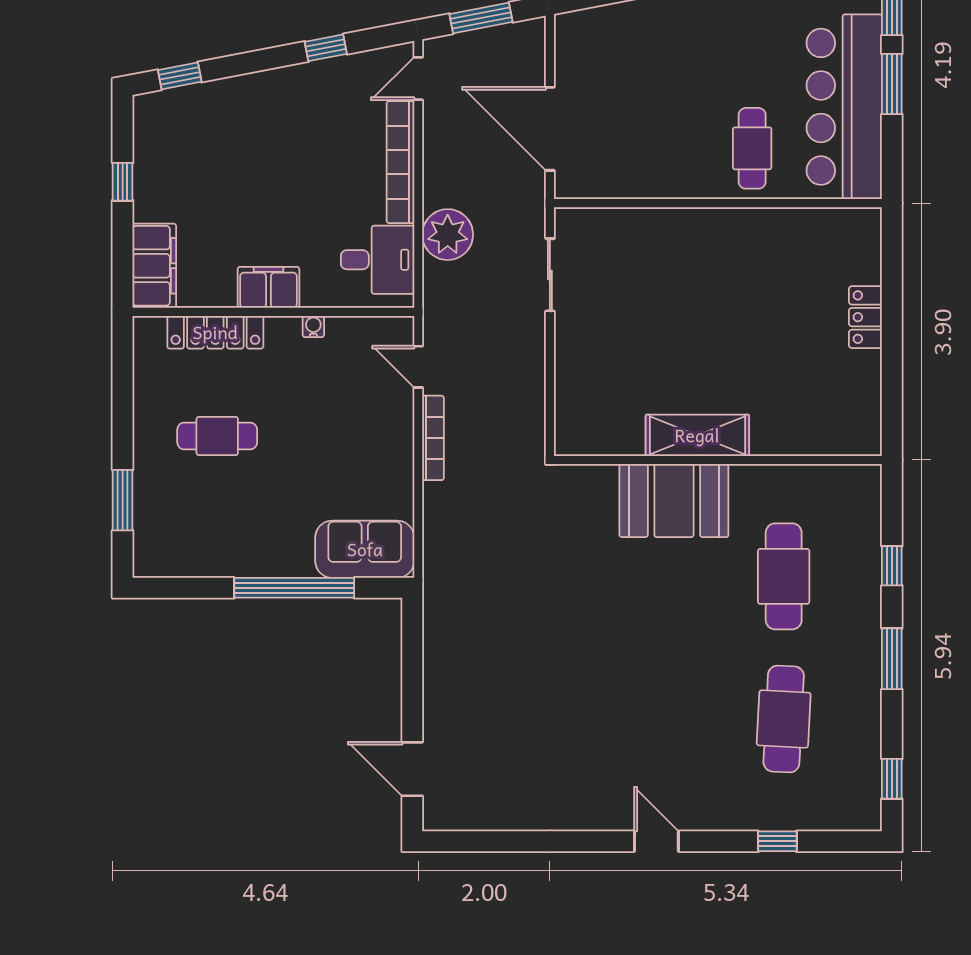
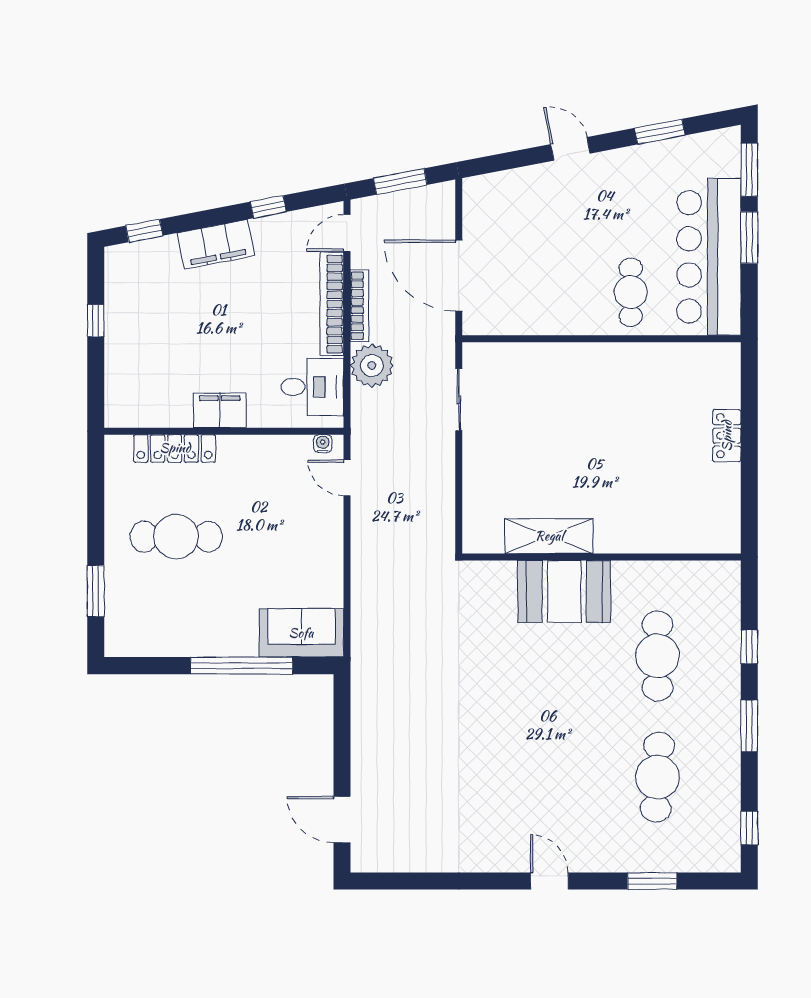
filing cabinet: (154, 266) -> (216, 244), moved, turned 79
water cooler: (313, 326) -> (323, 444), moved
shelving: (697, 435) -> (549, 536), moved
cafe table: (217, 436) -> (176, 537), width x1.37, depth x1.35
bookcase: (433, 438) -> (359, 306), moved
window: (777, 841) -> (652, 881), width x1.50

